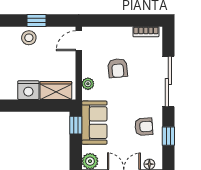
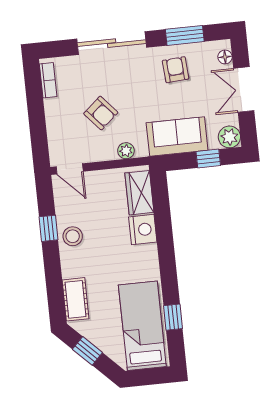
armchair: (118, 68) -> (101, 113), turned 54
window: (76, 125) -> (208, 158), moved
window: (168, 136) -> (185, 35), width x1.50

